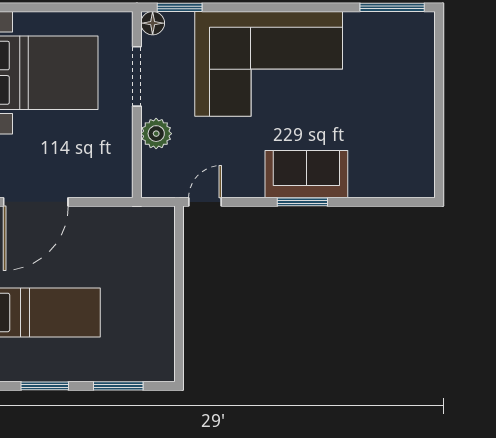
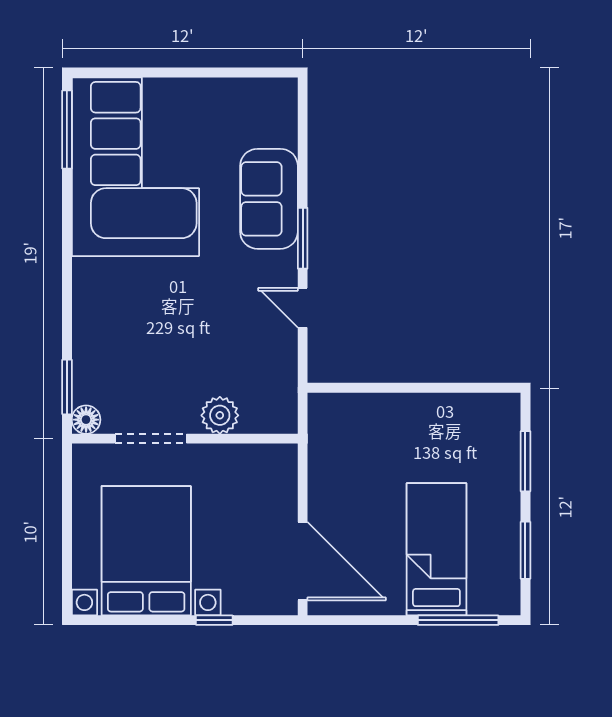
corner sofa: (269, 64) -> (135, 167), moved
sofa: (306, 174) -> (269, 199), moved
door: (205, 202) -> (303, 308), moved

